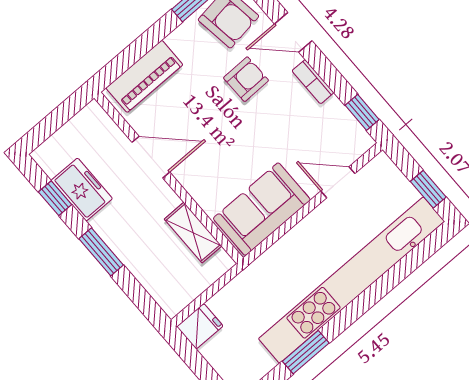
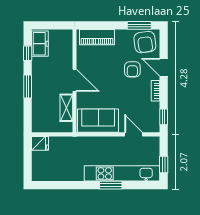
armchair: (246, 79) -> (132, 69), turned 91
door: (151, 157) -> (75, 80), moved
freezer: (82, 190) -> (40, 44), moved
kitchen unit: (351, 280) -> (122, 173), width x0.73
window: (306, 352) -> (111, 185), moved

